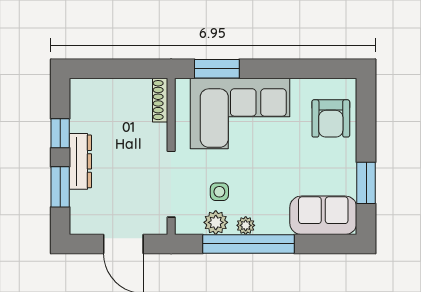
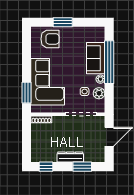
window: (60, 133) -> (46, 167), moved
window: (366, 183) -> (63, 22), moved
sofa: (323, 215) -> (96, 58), moved
window: (249, 244) -> (109, 62), moved

